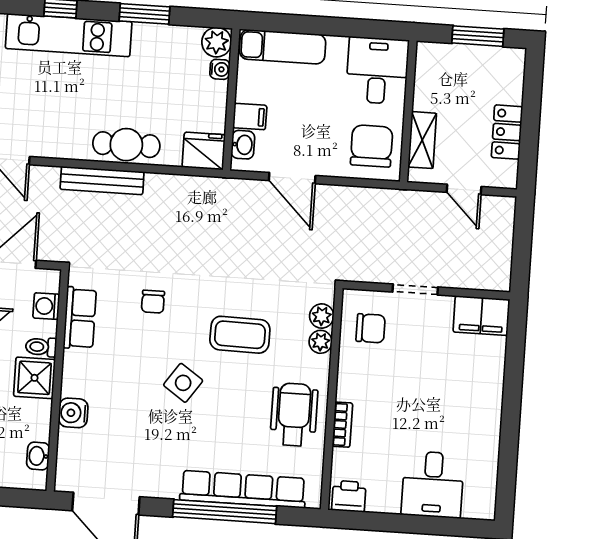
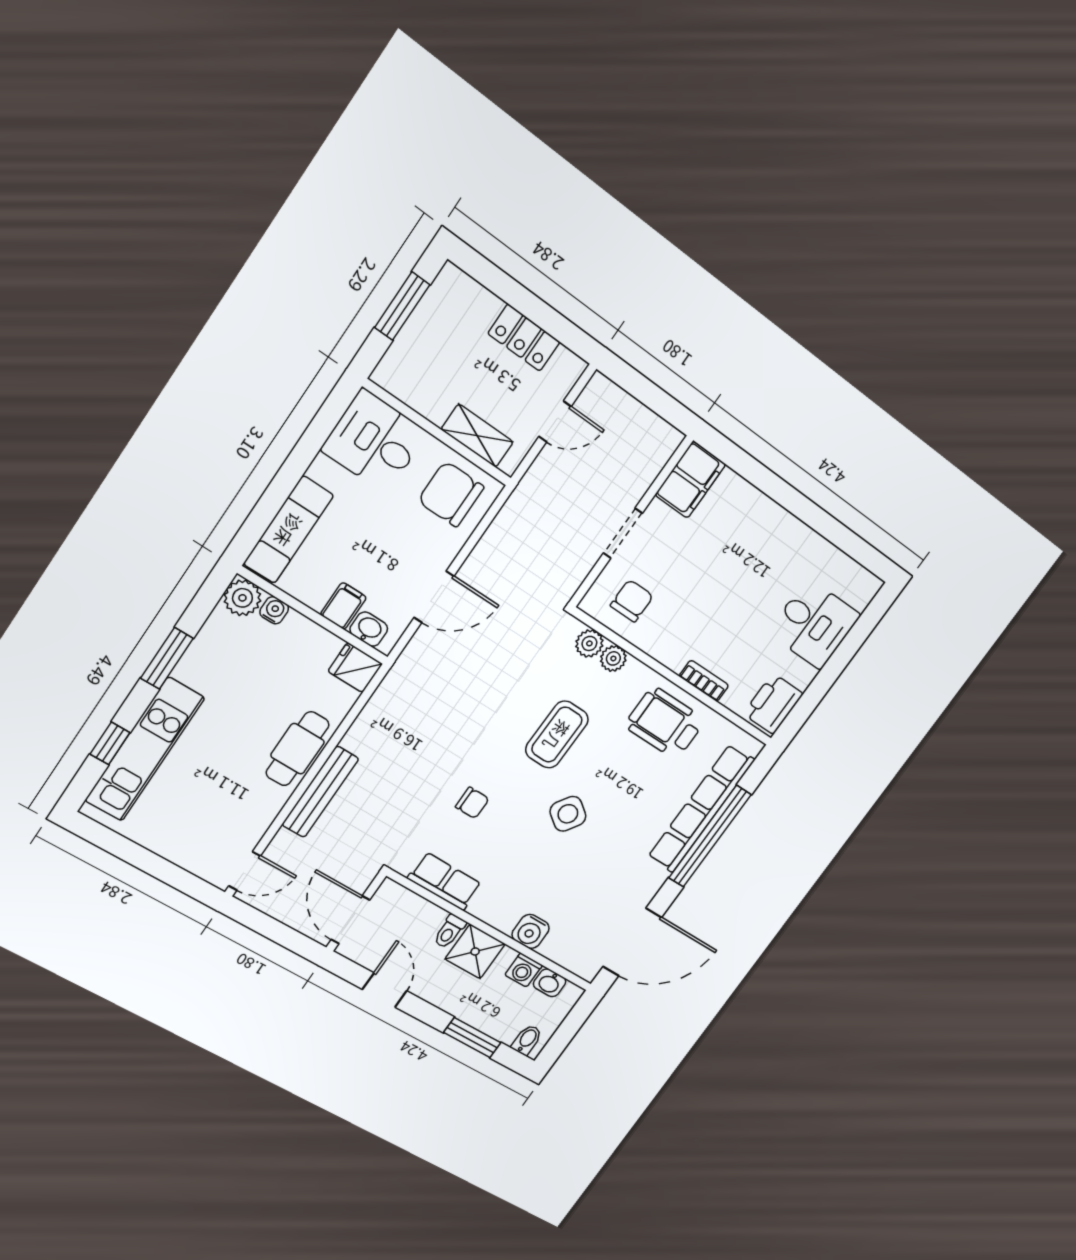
fridge: (204, 151) -> (355, 668), width x0.72
washing machine: (46, 306) -> (524, 970), moved
printer: (349, 496) -> (773, 704), width x1.36, depth x1.24

